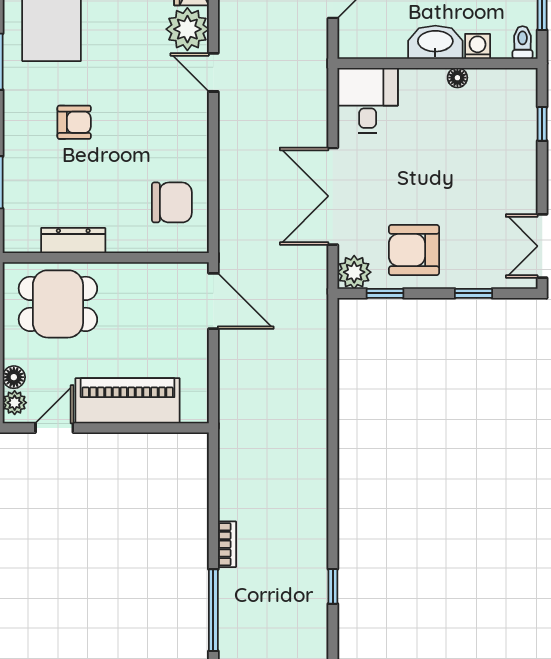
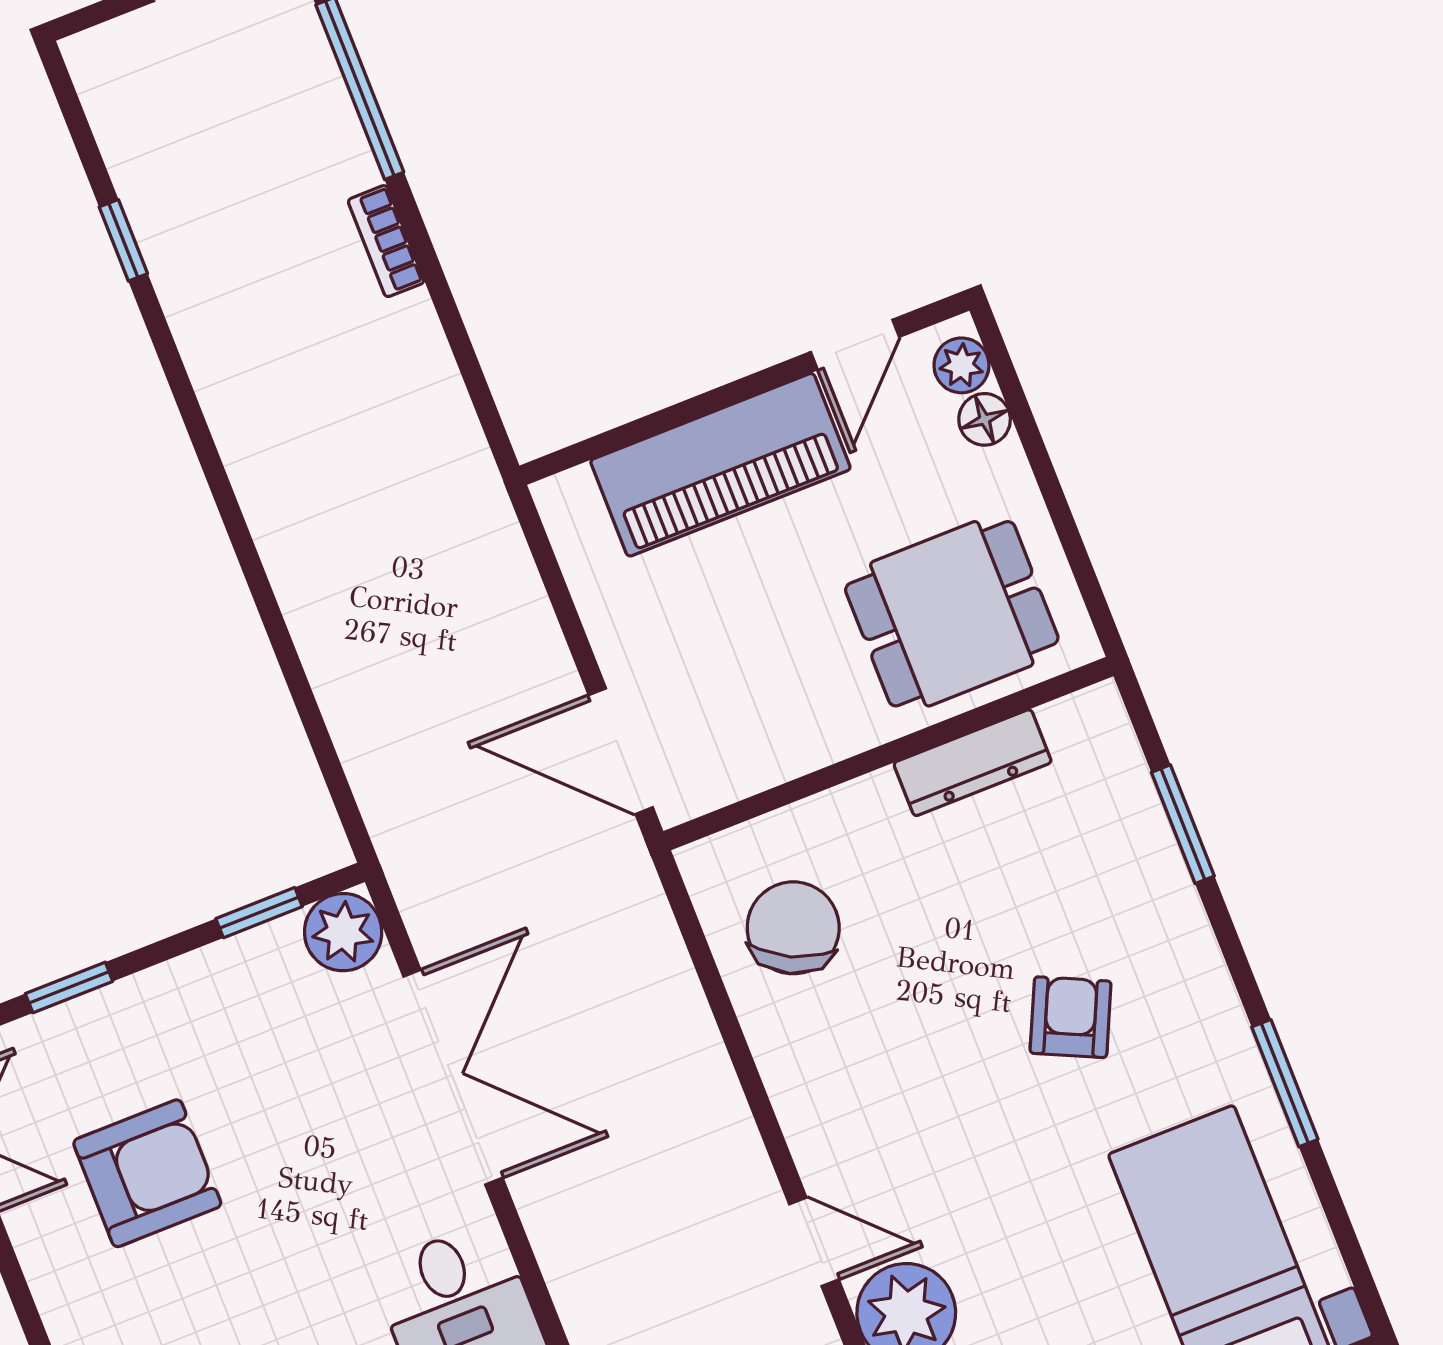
armchair: (74, 122) -> (1071, 1017), turned 115
chair: (172, 202) -> (793, 928), turned 116
armchair: (414, 250) -> (147, 1173), moved

